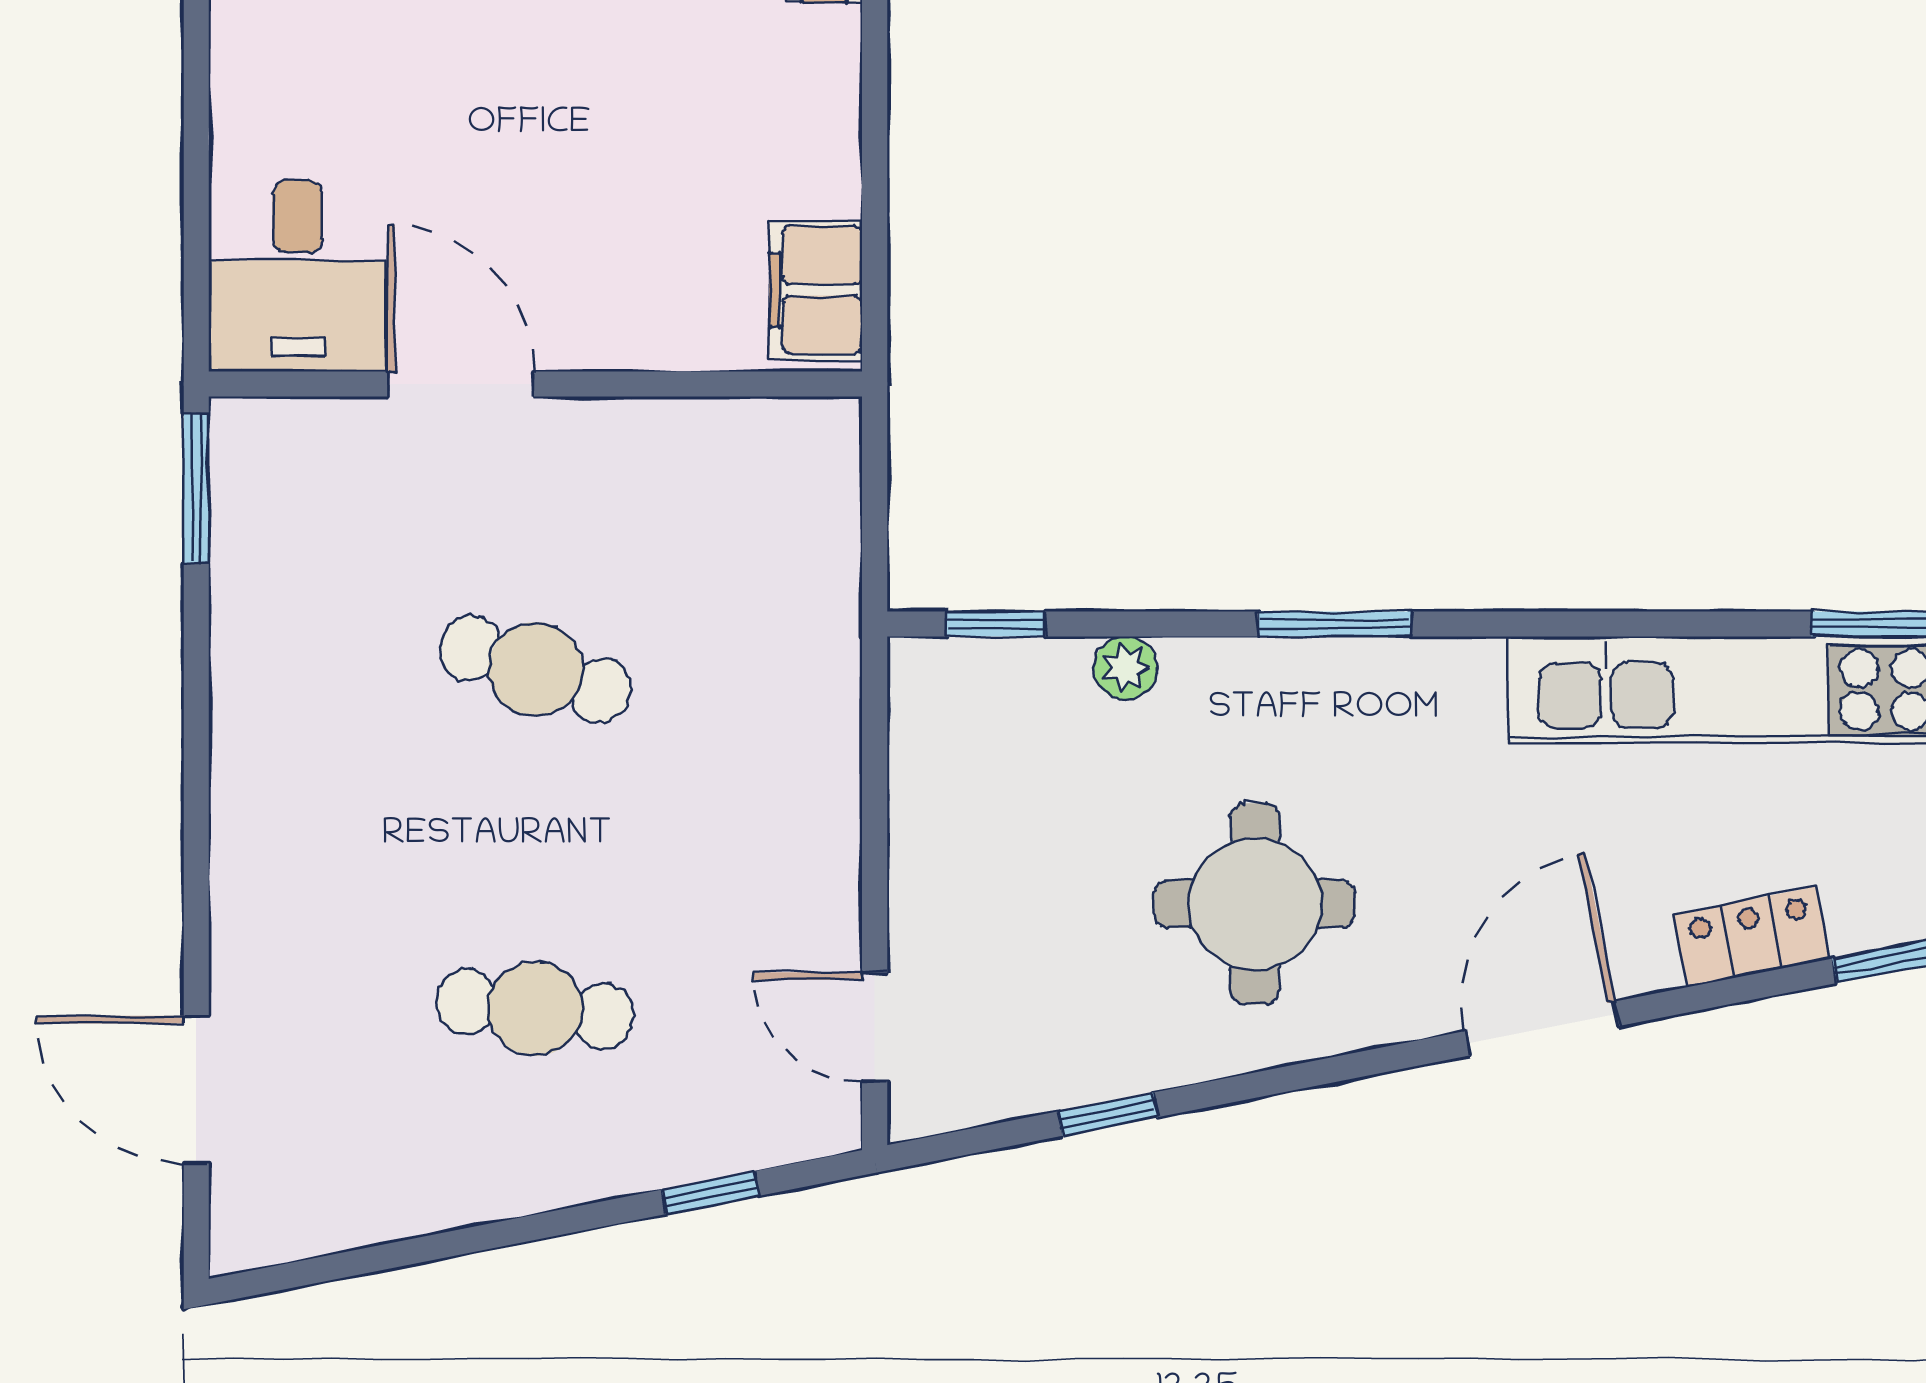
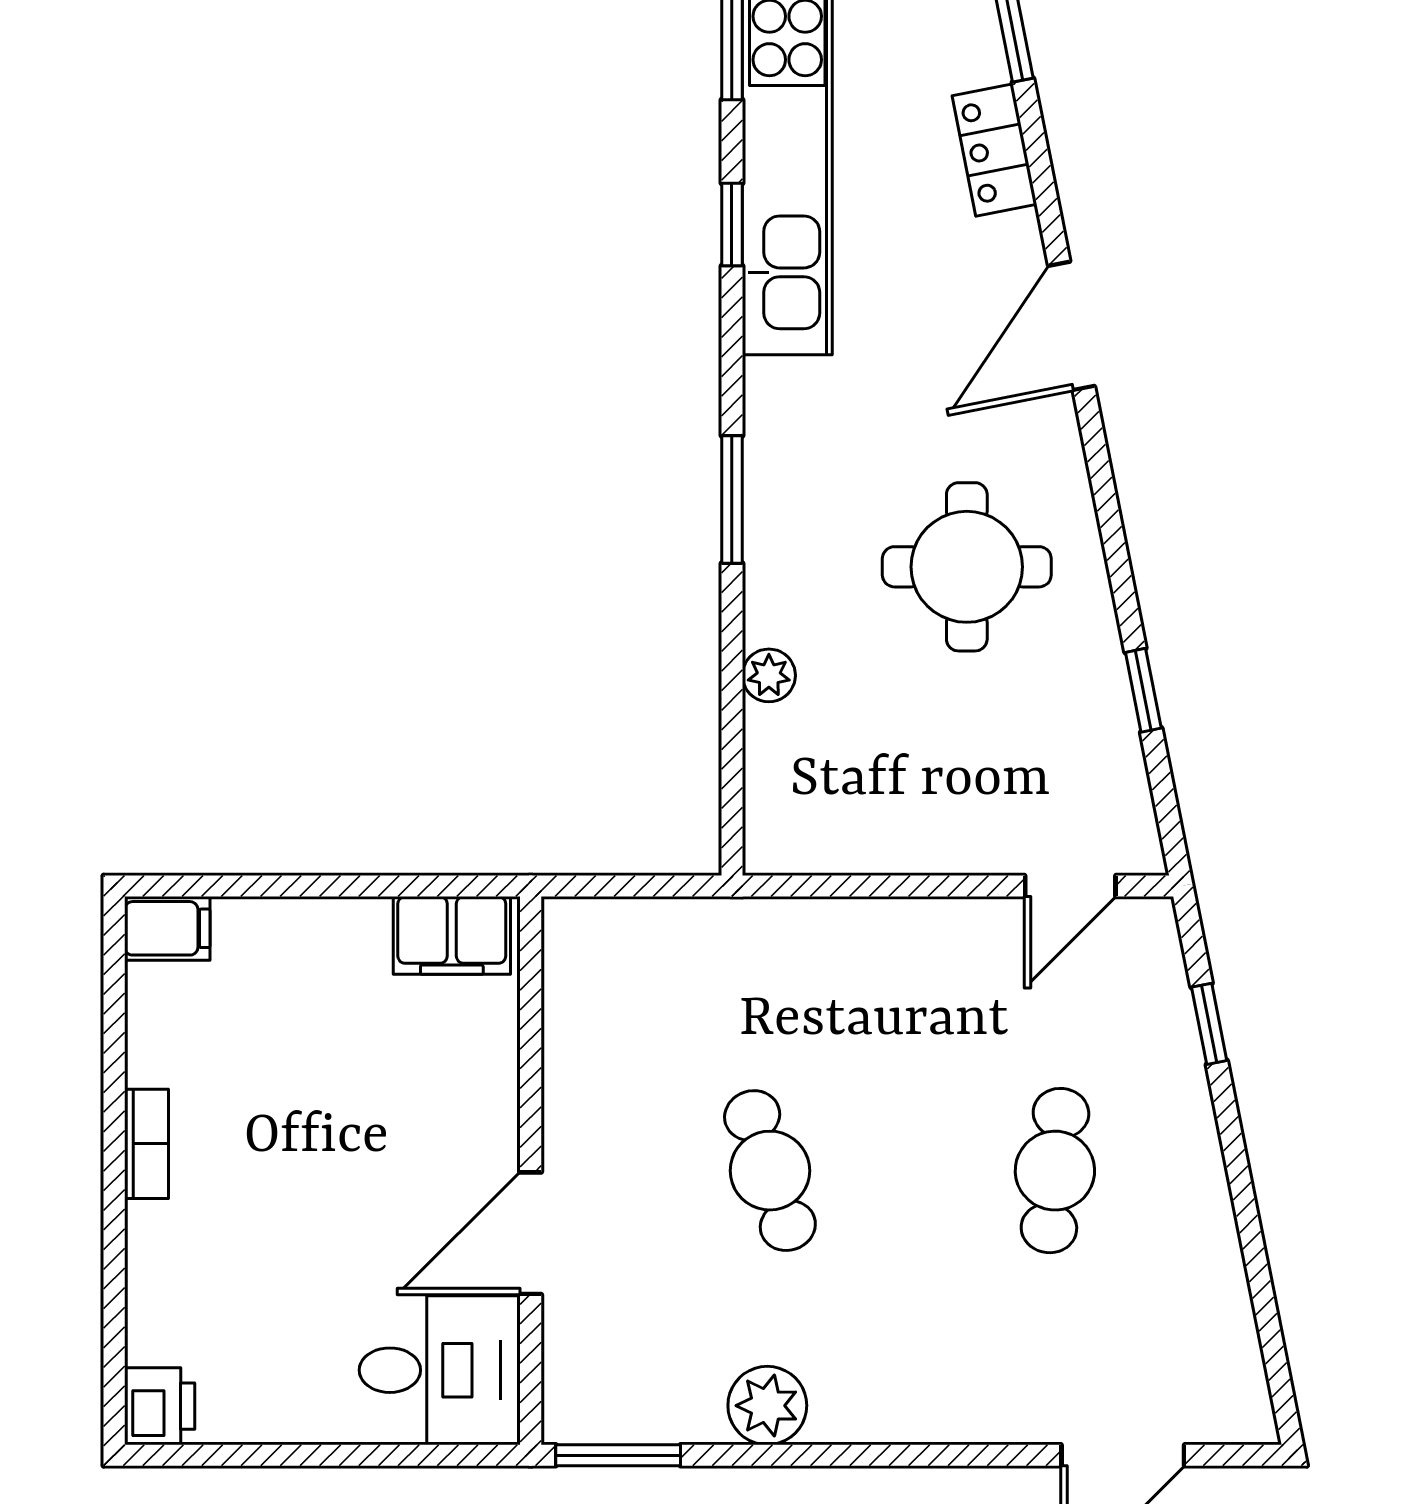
window: (996, 624) -> (732, 224), moved
plant: (255, 666) -> (767, 1406), added
cafe table: (535, 669) -> (770, 1171), turned -36
door: (1542, 1029) -> (1071, 326), hinge flipped

